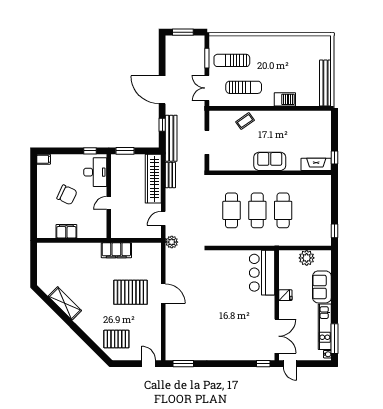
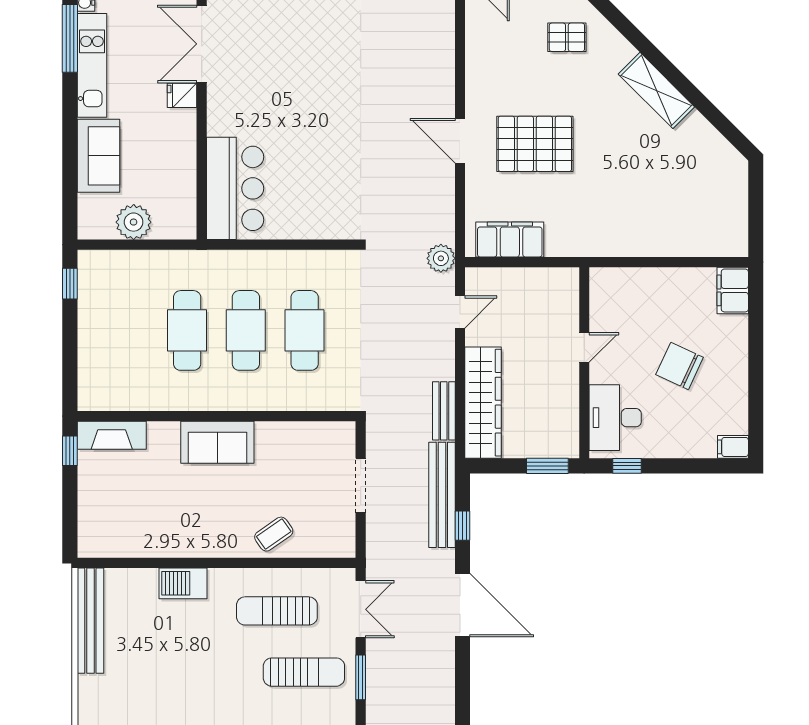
filing cabinet: (66, 231) -> (733, 290), moved, turned 90
filing cabinet: (116, 250) -> (510, 240), moved
fridge: (285, 295) -> (182, 95), moved
shelving: (65, 303) -> (656, 90), moved
pallet: (116, 339) -> (567, 37), width x0.67, depth x0.71

